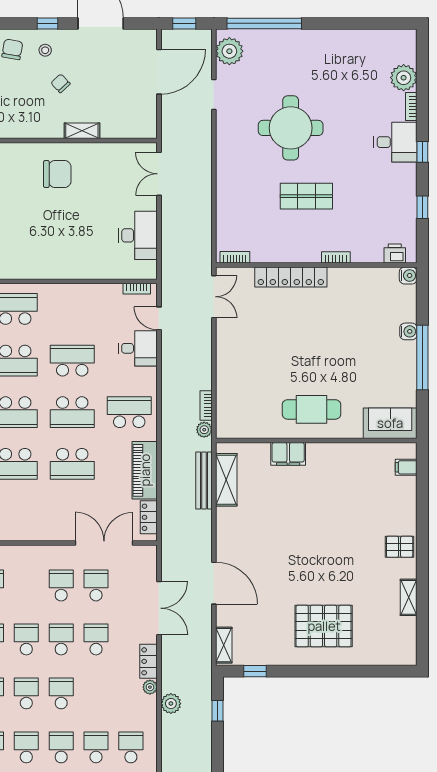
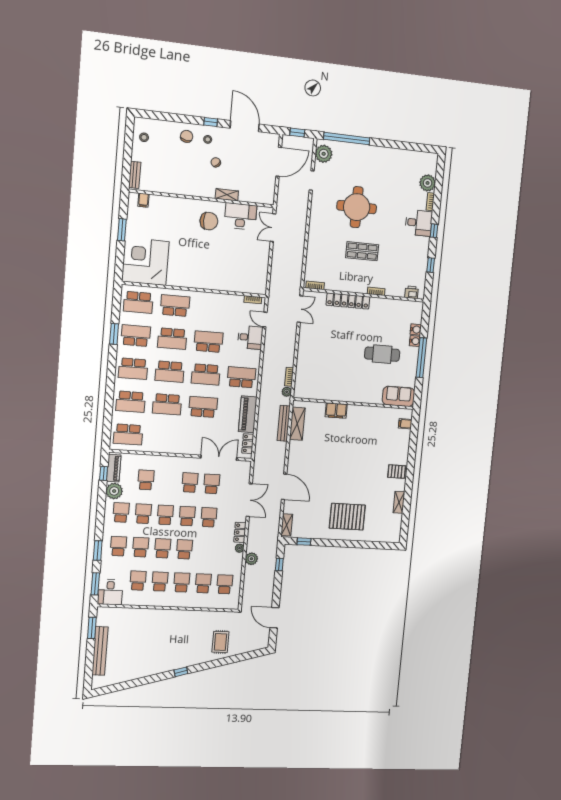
desk: (138, 235) -> (240, 216), moved, turned -90
water cooler: (408, 275) -> (416, 330), moved
cafe table: (311, 409) -> (382, 354), moved
school desk: (72, 464) -> (203, 407), turned 180

